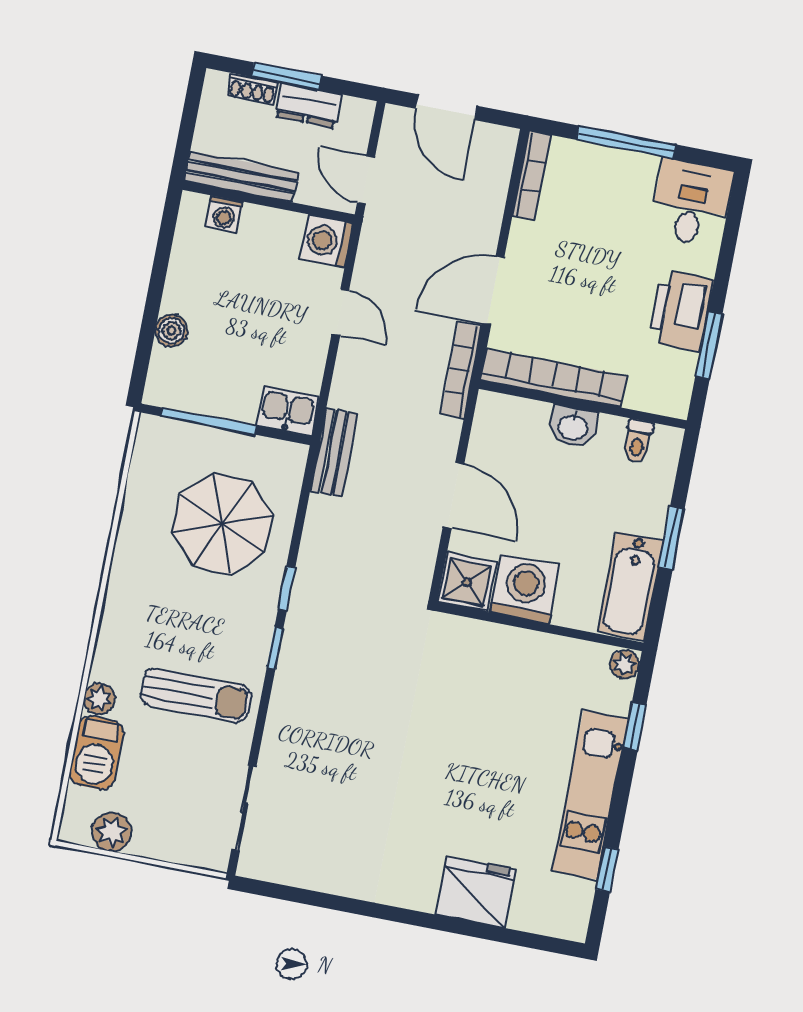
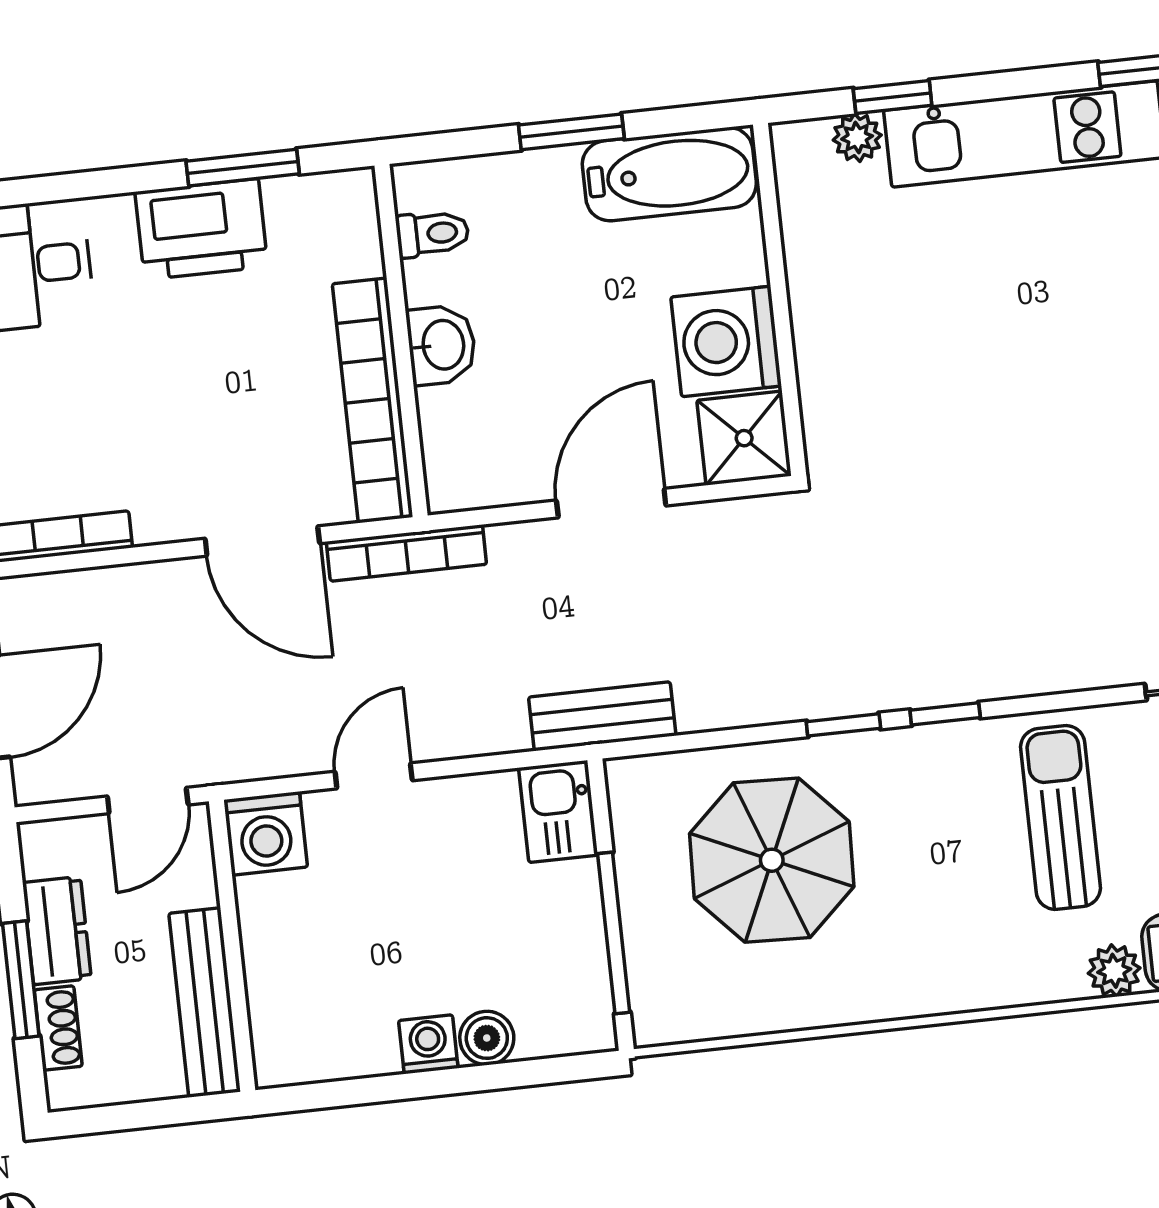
washing machine: (224, 214) -> (428, 1044), moved, turned -90
plant: (625, 664) -> (857, 138), moved

